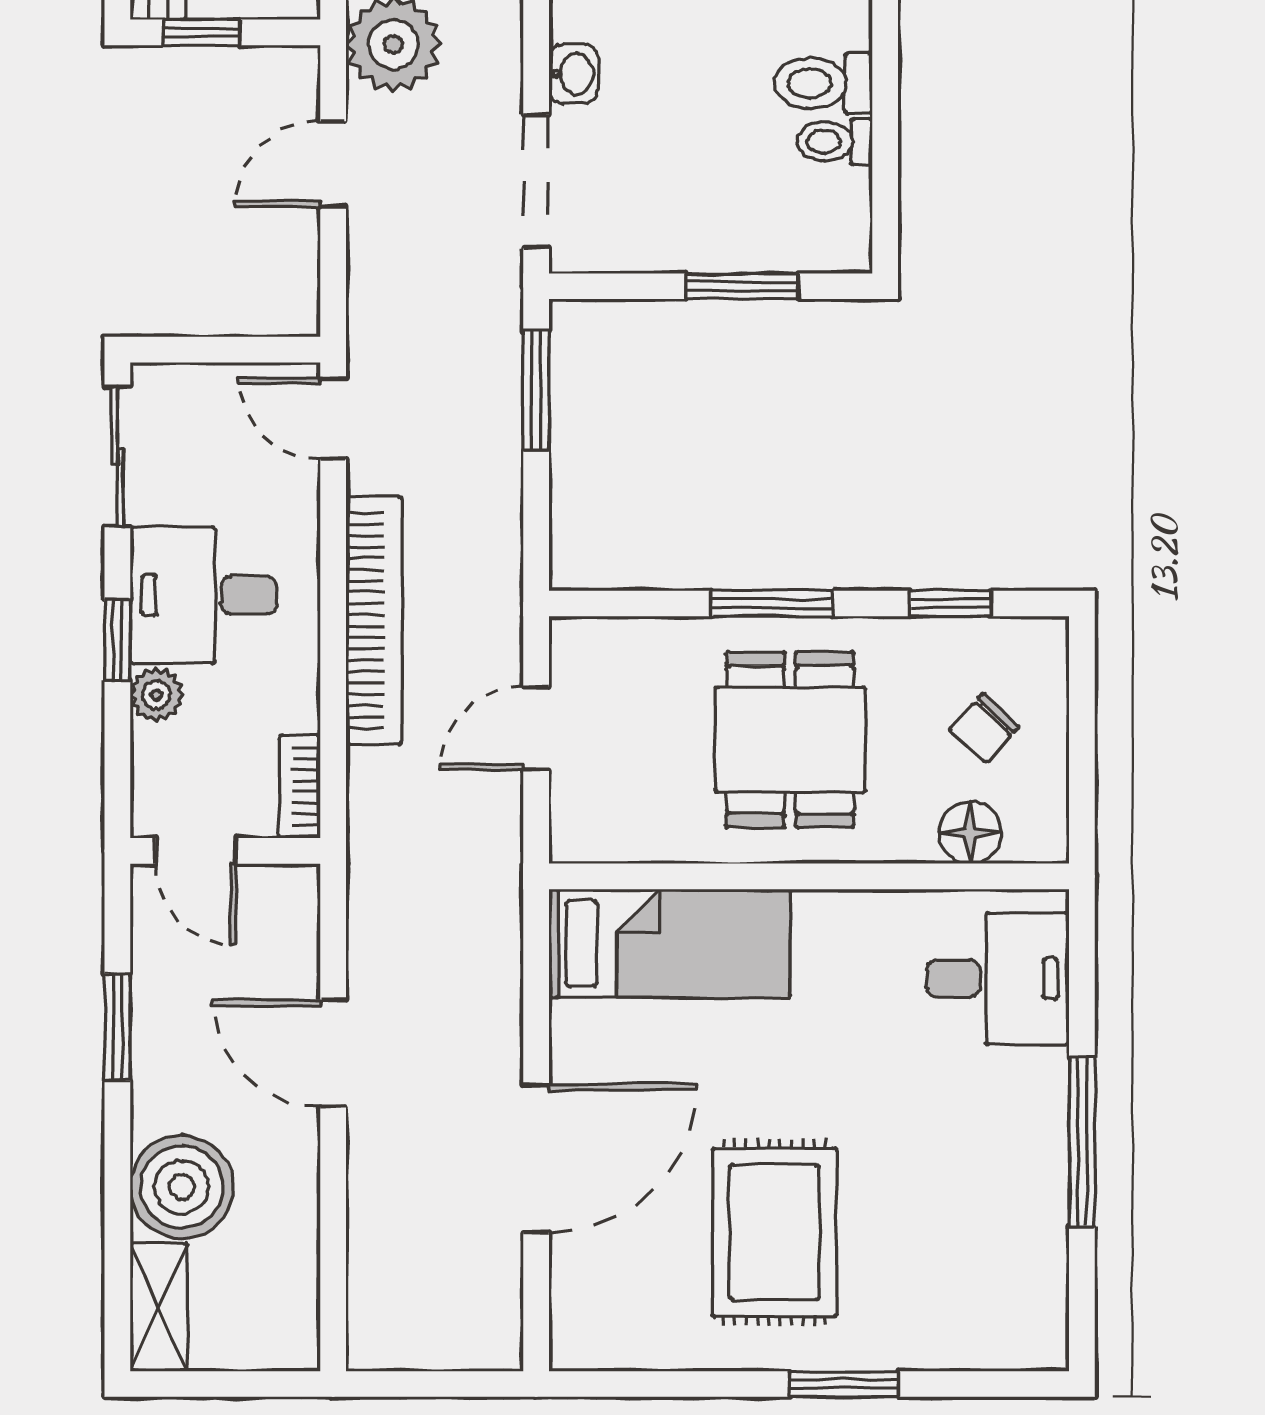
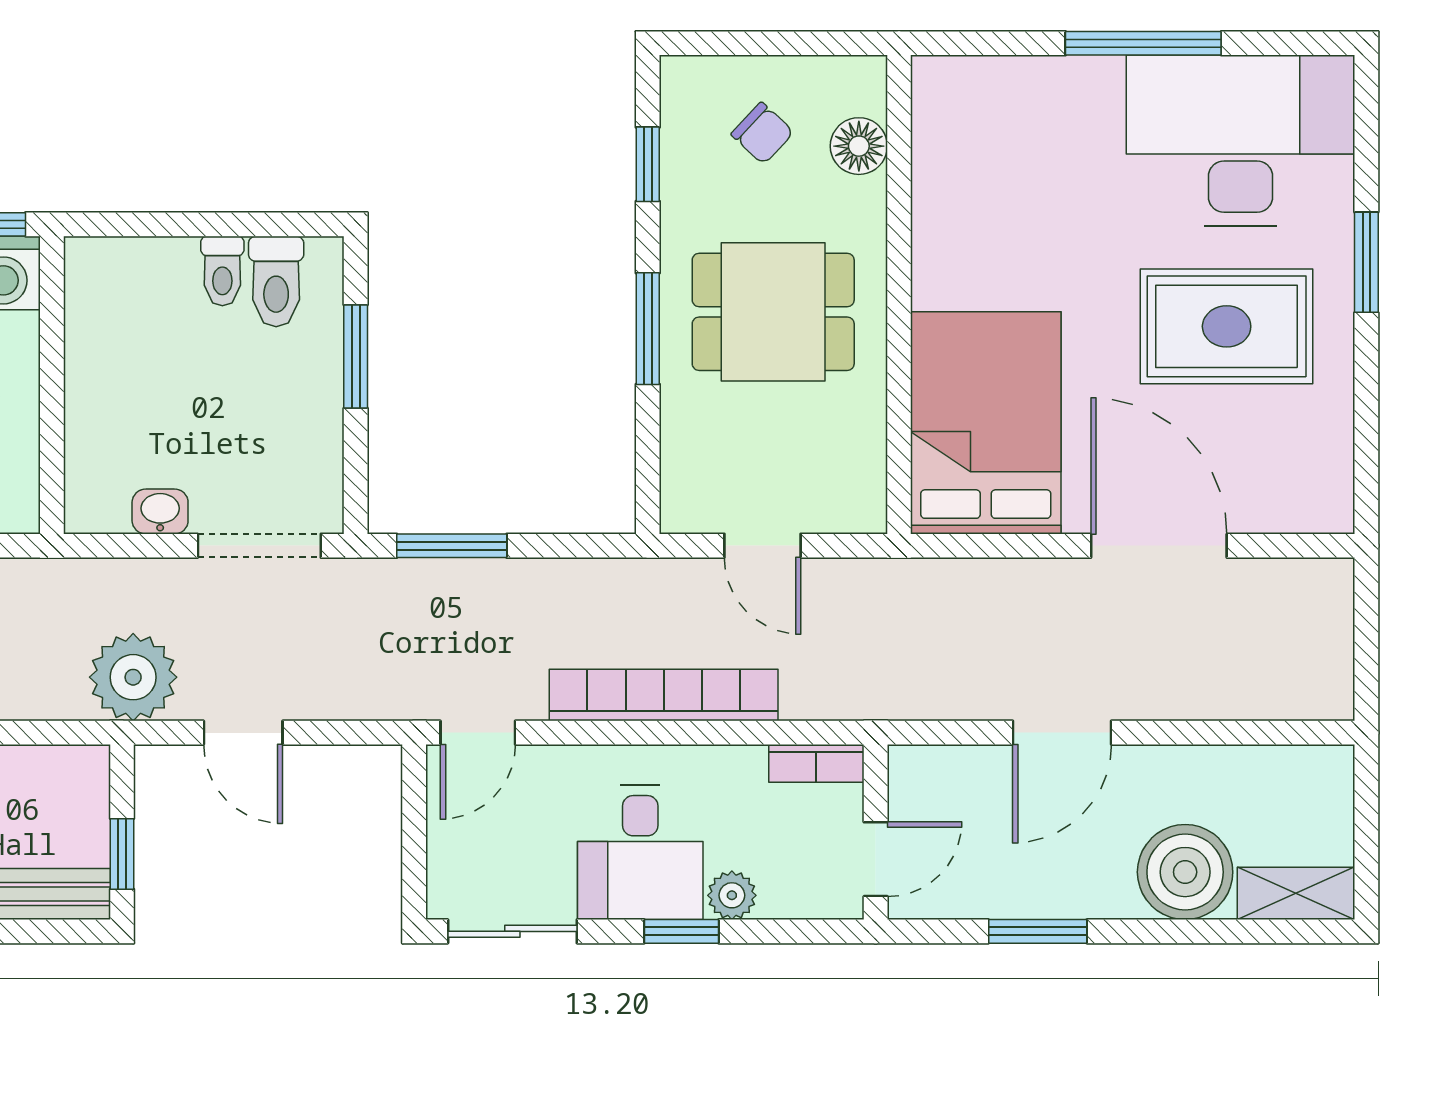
toilet: (823, 83) -> (276, 281), moved
bed: (670, 943) -> (986, 423), width x1.50
desk: (998, 978) -> (1241, 140), moved, width x1.87, depth x1.30

